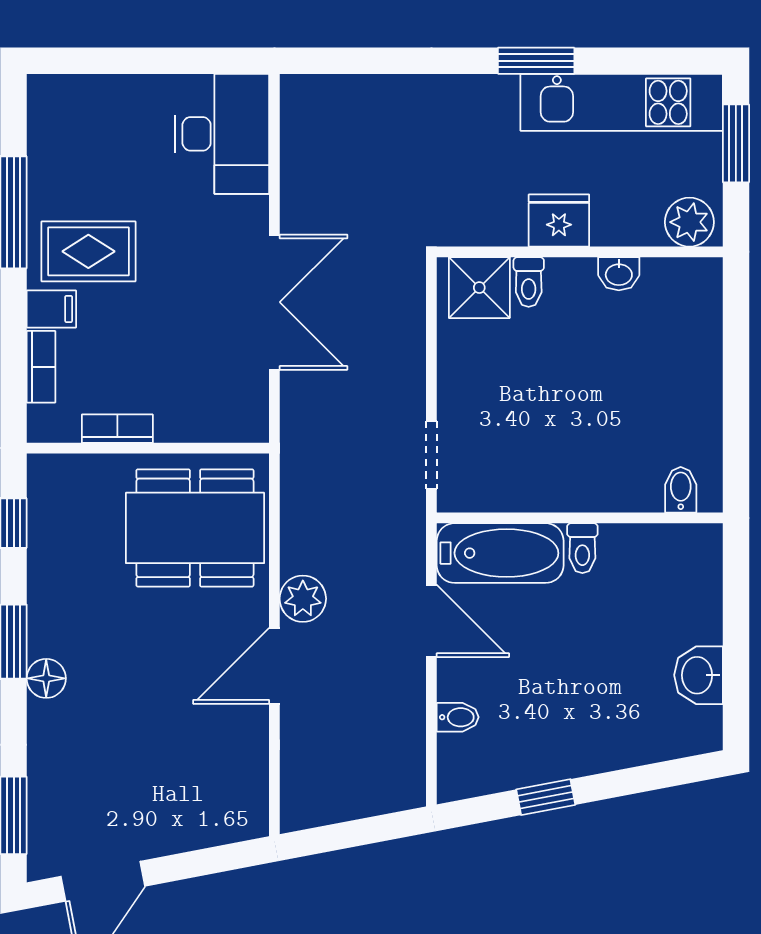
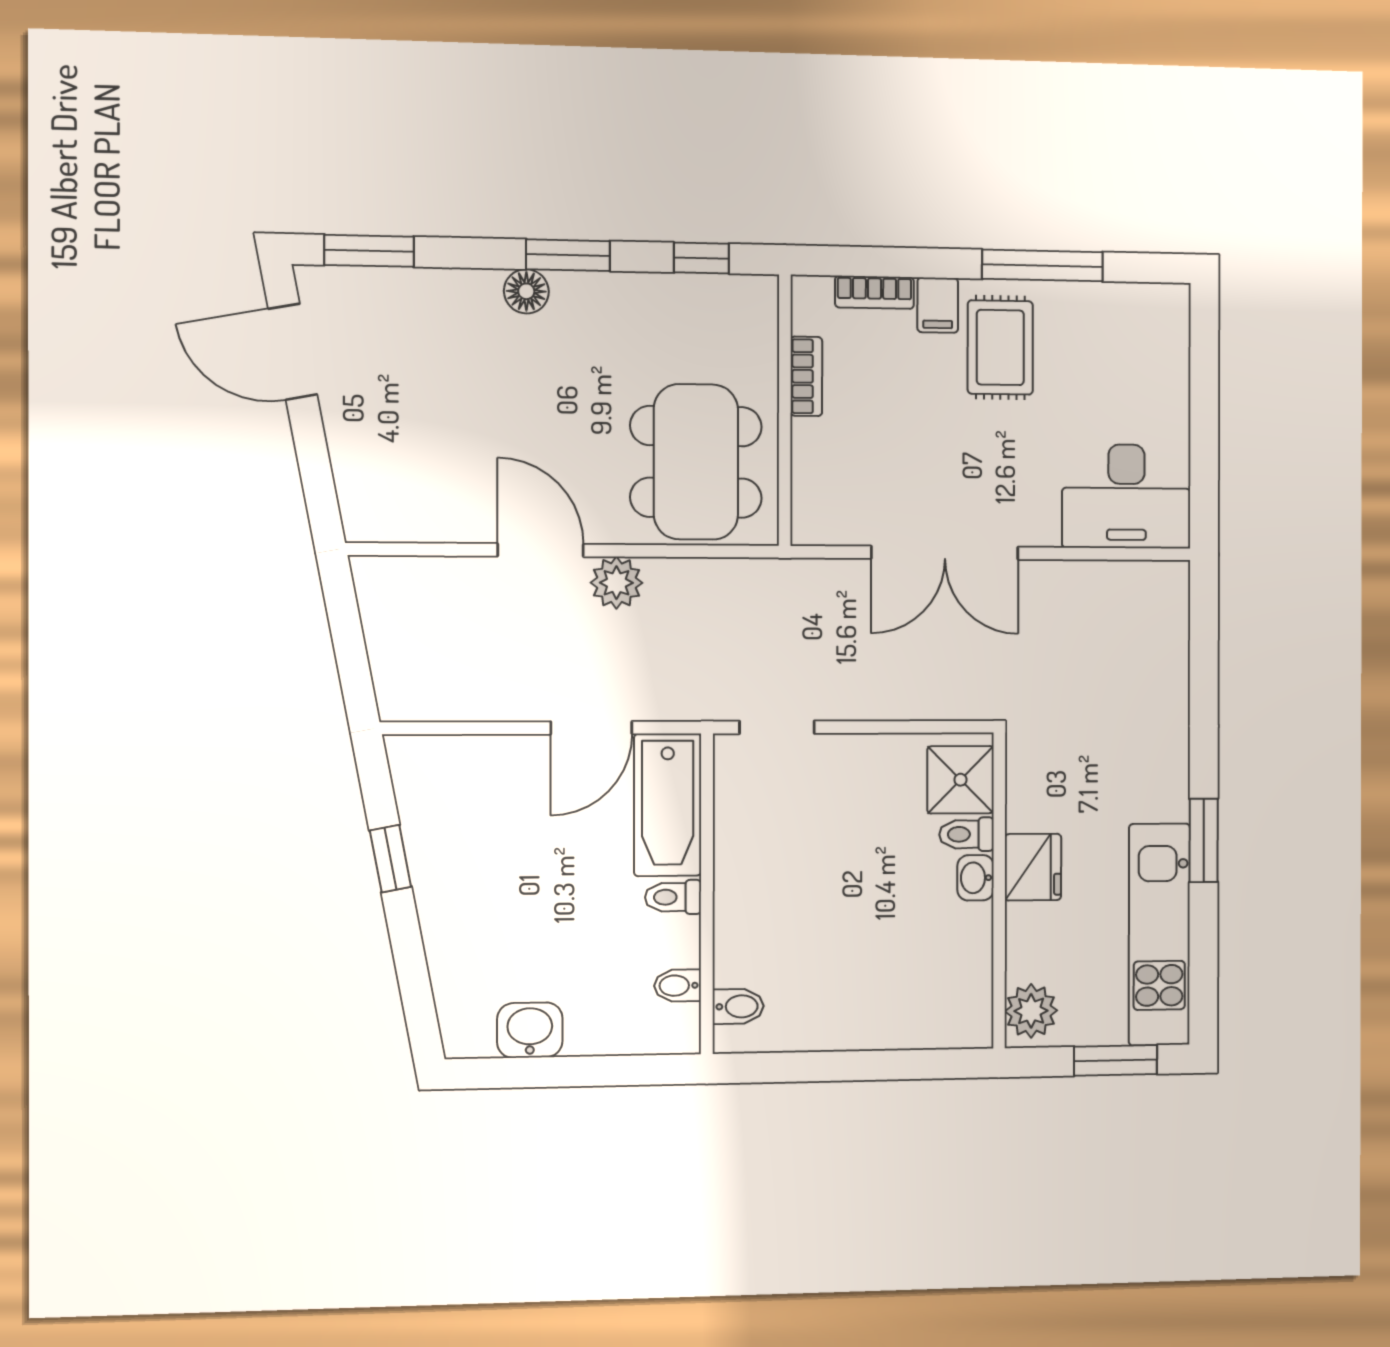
washbasin: (619, 274) -> (975, 878), moved
bidet: (458, 717) -> (678, 986), moved, turned 90

